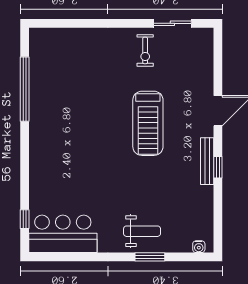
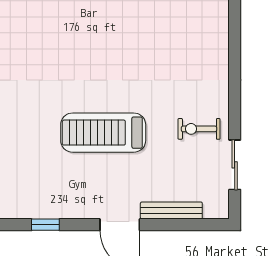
bench: (207, 161) -> (171, 210), moved

